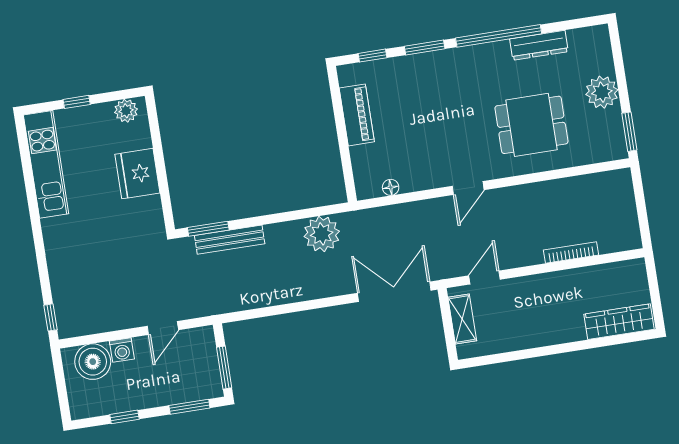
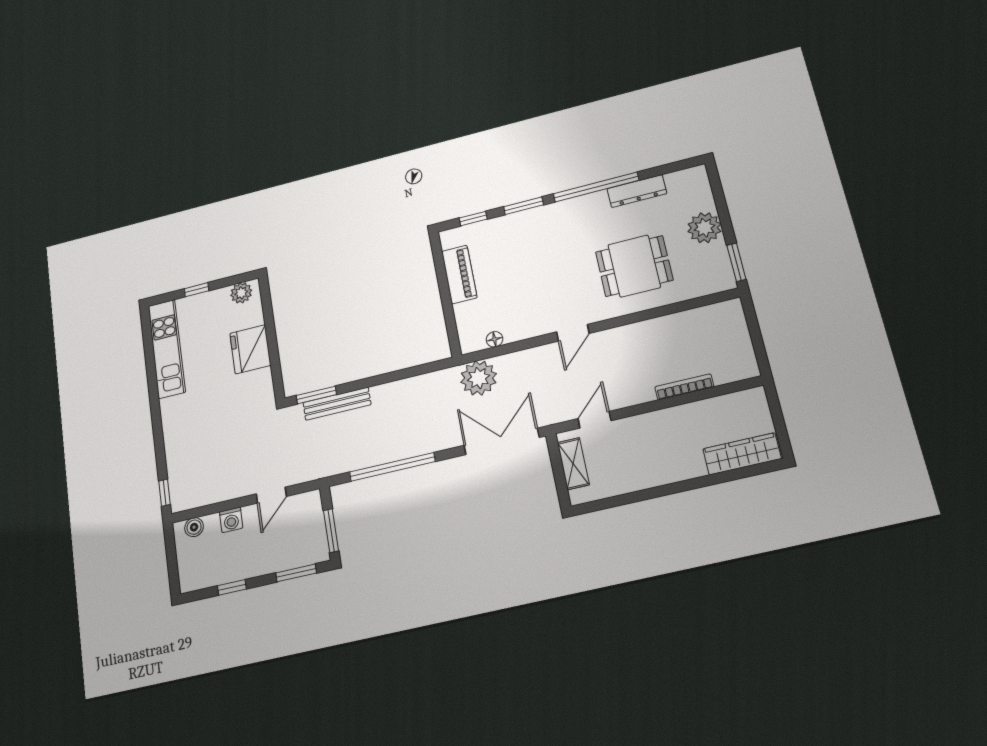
plant: (322, 234) -> (479, 378), moved
window: (286, 309) -> (392, 467), added
boiler: (93, 362) -> (194, 527), width x0.54, depth x0.54

